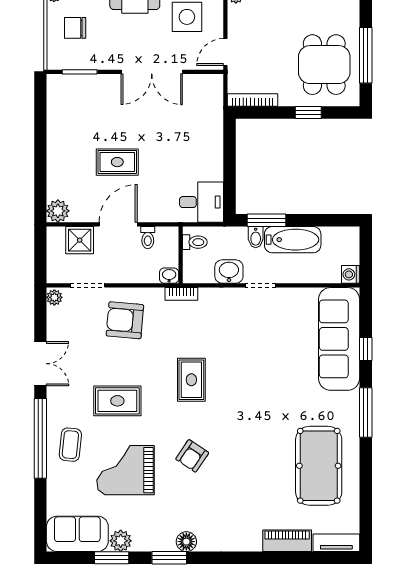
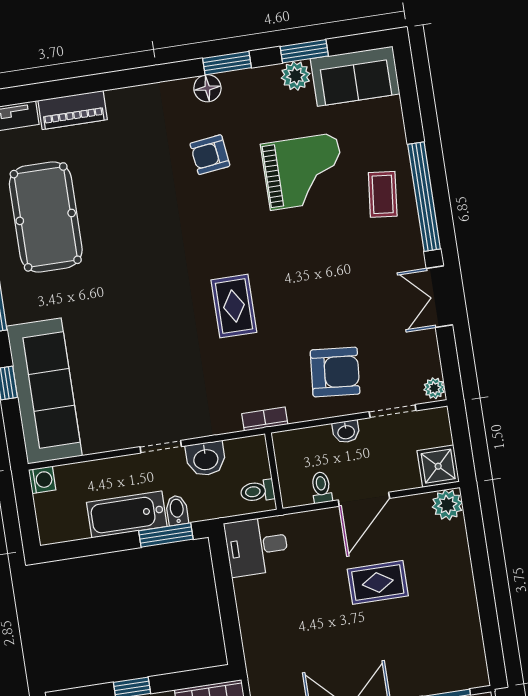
shower: (80, 240) -> (438, 466), moved
washbasin: (169, 276) -> (346, 432), moved
rug: (117, 401) -> (329, 263), removed
armchair: (192, 456) -> (210, 155), moved, turned -131

